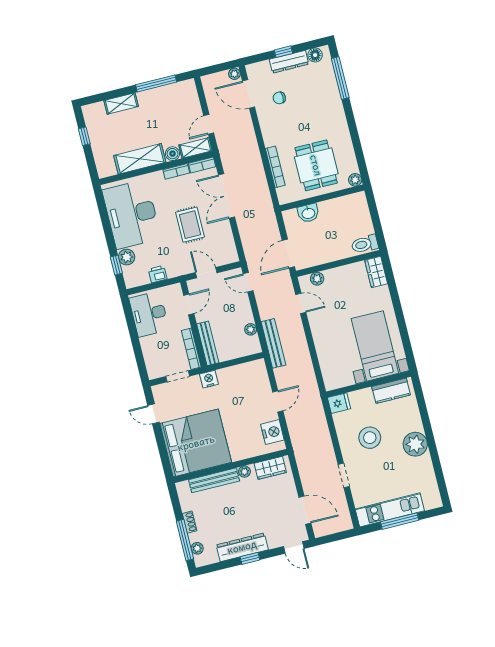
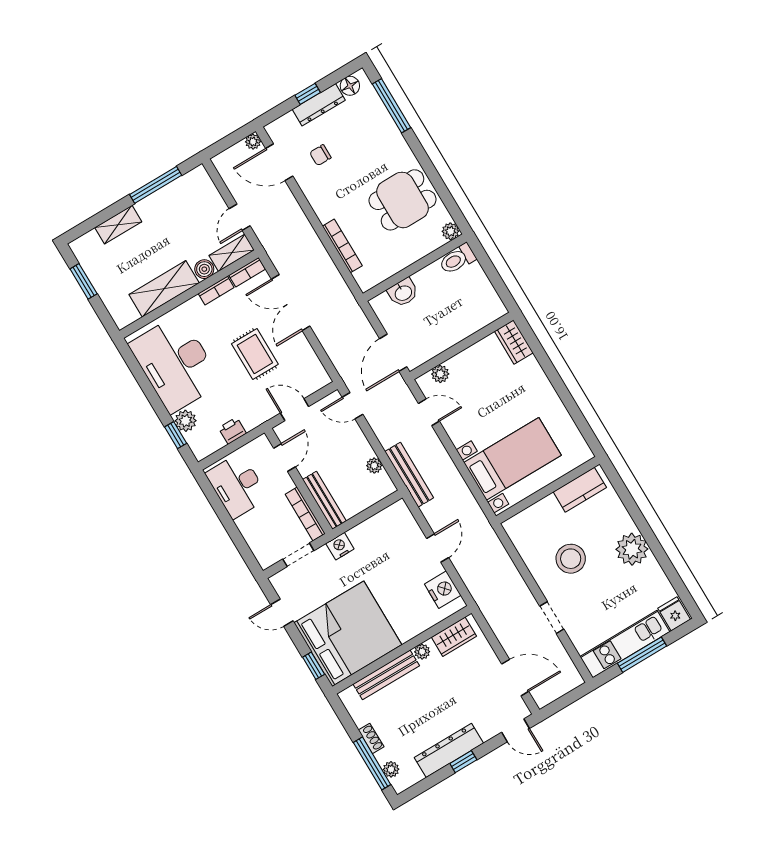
window: (84, 136) -> (84, 281), width x1.50
dining table: (316, 165) -> (403, 200), moved, turned 90
toilet: (365, 244) -> (457, 259), moved
bed with nightstands: (375, 346) -> (513, 459), moved, turned 90
fridge: (339, 403) -> (674, 614), moved, turned -90
window: (165, 458) -> (314, 666), added

